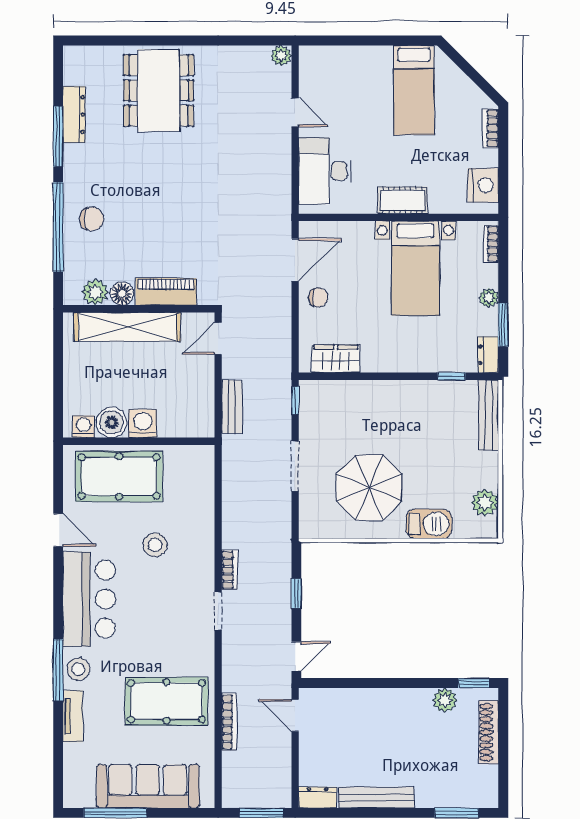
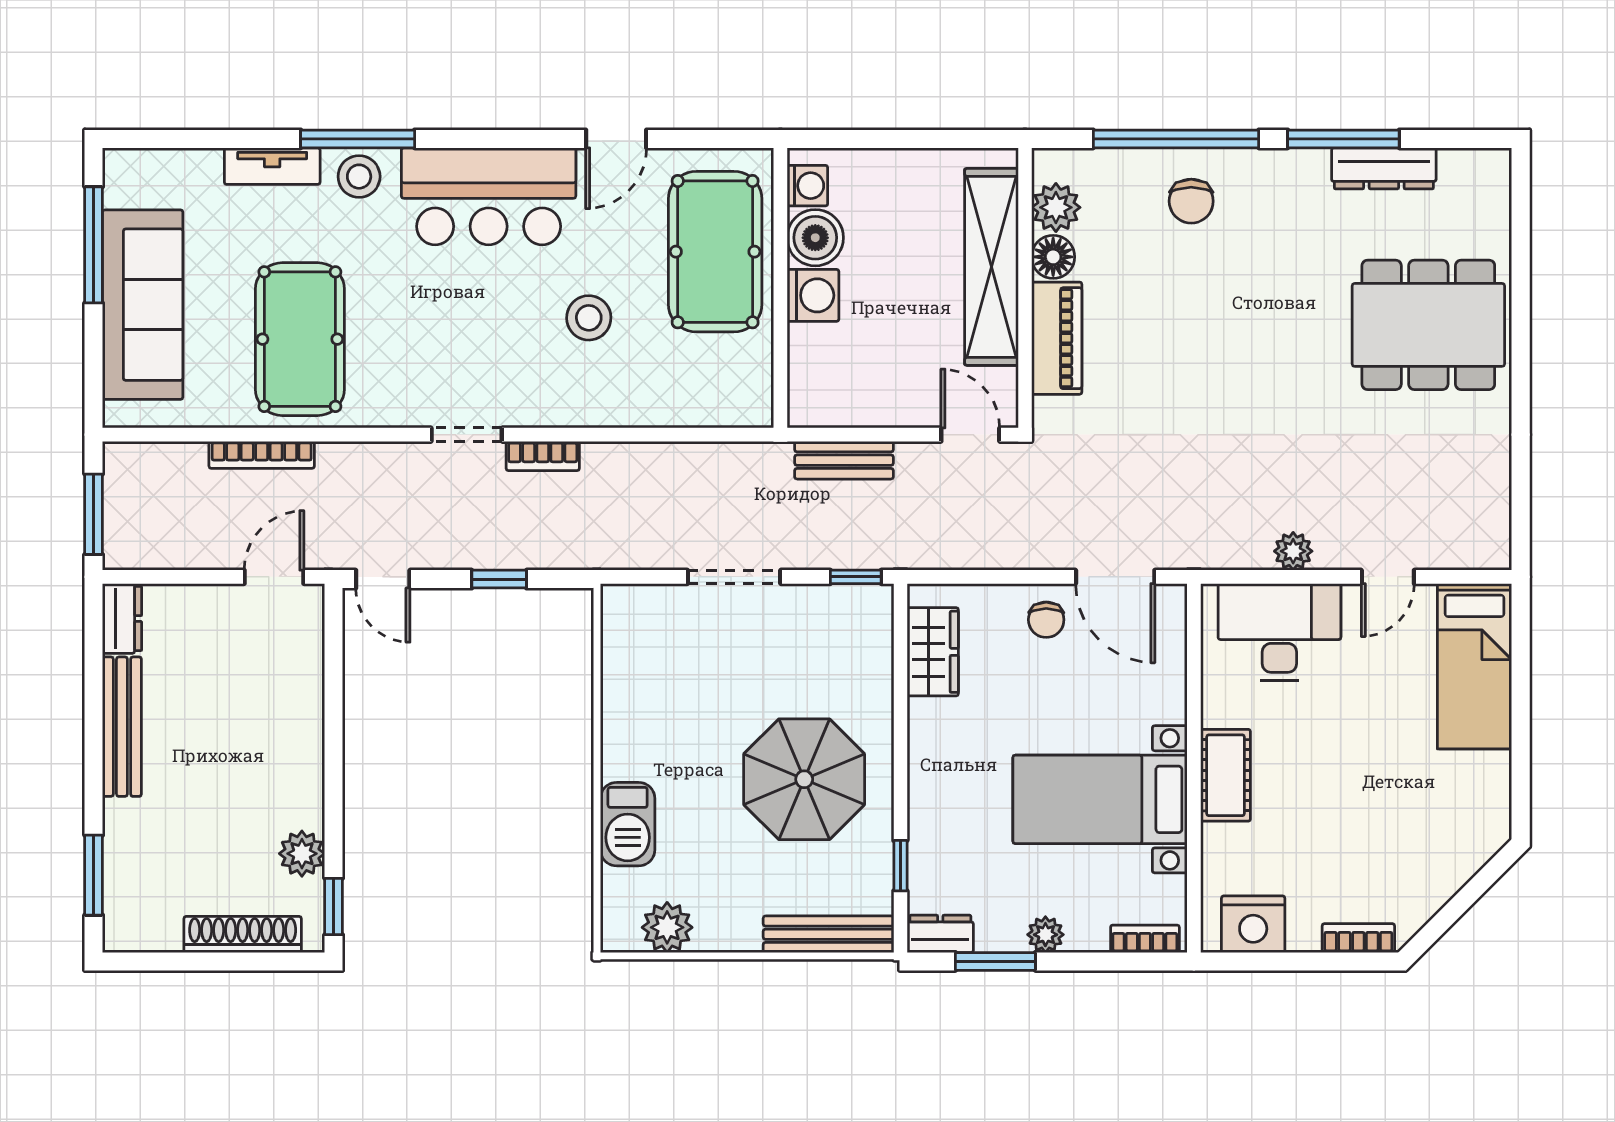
plant: (281, 56) -> (1293, 551), moved
bed: (414, 90) -> (1475, 666), moved, turned -90
parasol: (369, 488) -> (804, 779), moved

